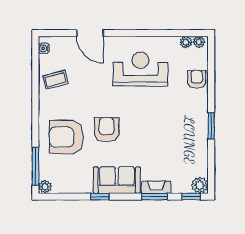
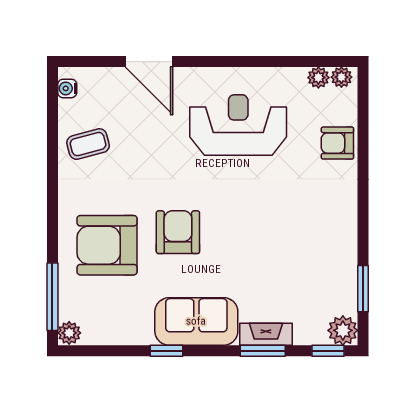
armchair: (197, 79) -> (337, 143), turned -90
window: (211, 126) -> (363, 289), moved

